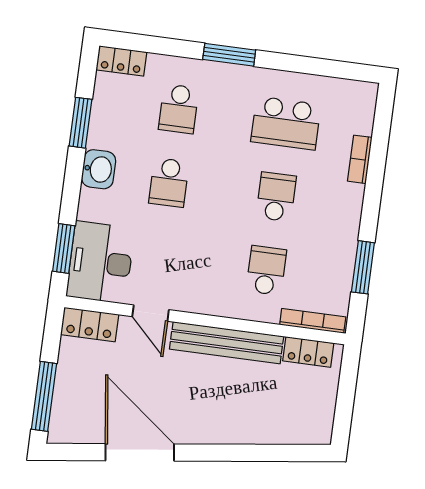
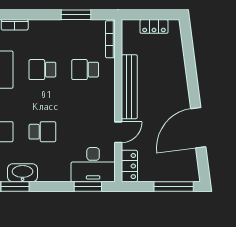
washbasin: (99, 169) -> (23, 173), moved, width x1.38
locker: (308, 352) -> (154, 26), moved, turned 90

